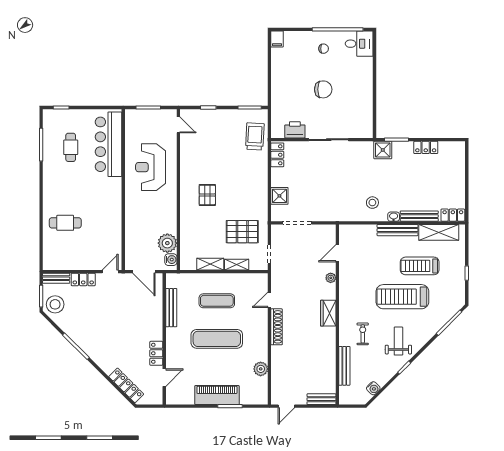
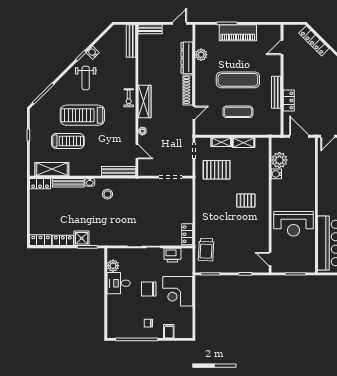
filing cabinet: (277, 39) -> (169, 331), moved
desk: (359, 44) -> (119, 283), moved
corner desk: (289, 87) -> (178, 291), added
plant: (366, 117) -> (113, 266), added
locker: (452, 148) -> (41, 240), added
shower: (383, 150) -> (82, 238), moved
reception desk: (150, 167) -> (294, 224), turned 90
pallet: (207, 195) -> (246, 200), turned 90
shower: (279, 196) -> (185, 200), removed
bench: (397, 230) -> (119, 171), moved
door: (337, 253) -> (137, 152), hinge flipped
water cooler: (171, 260) -> (276, 174), moved
treadmill: (402, 297) -> (82, 115), turned 180
bench: (171, 308) -> (276, 92), moved
wardrobe: (328, 313) -> (145, 101), width x1.50
exercise bike: (363, 334) -> (129, 98), moved
locker: (156, 353) -> (289, 100), moved
dresser: (278, 365) -> (187, 58), added
bench: (344, 366) -> (131, 41), moved
water cooler: (373, 388) -> (93, 53), moved

